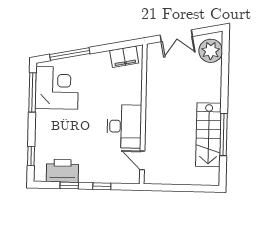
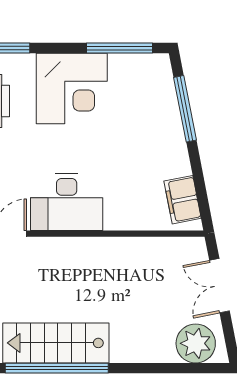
corner desk: (57, 88) -> (72, 89), moved
window: (224, 134) -> (57, 368), width x1.46

